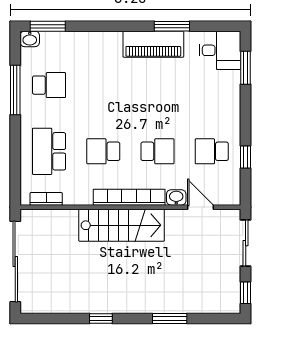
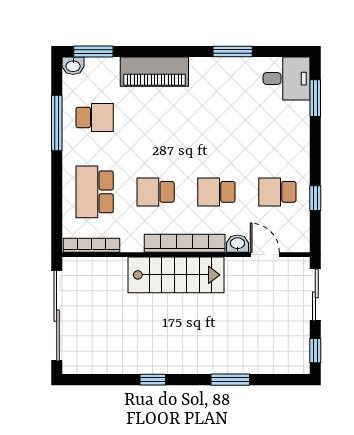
piano: (153, 44) -> (154, 72), moved
school desk: (157, 151) -> (216, 192), turned 180
bookcase: (46, 199) -> (91, 245), width x1.56

